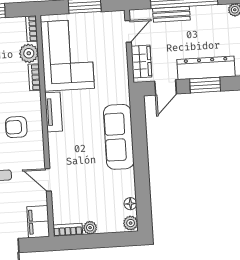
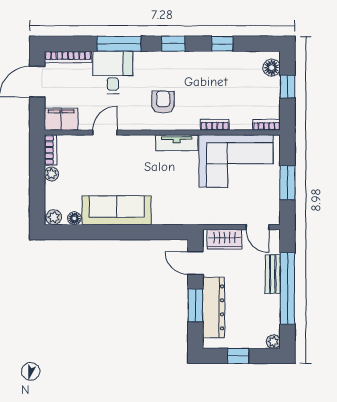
plant: (29, 53) -> (241, 120), removed
sofa: (119, 137) -> (117, 210), moved

